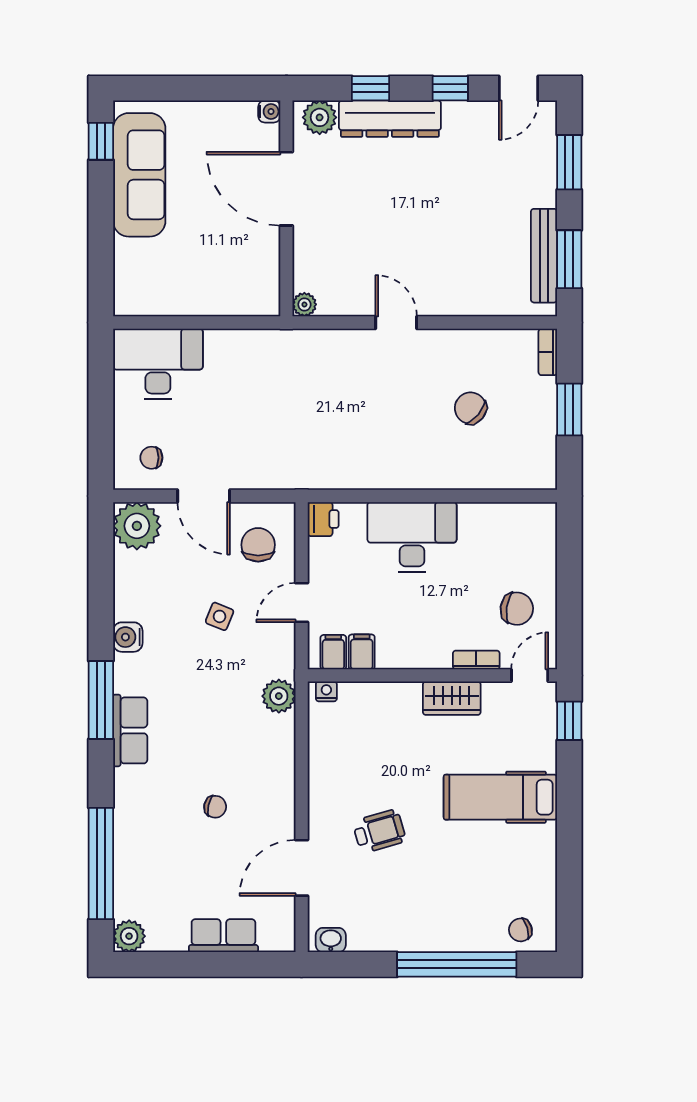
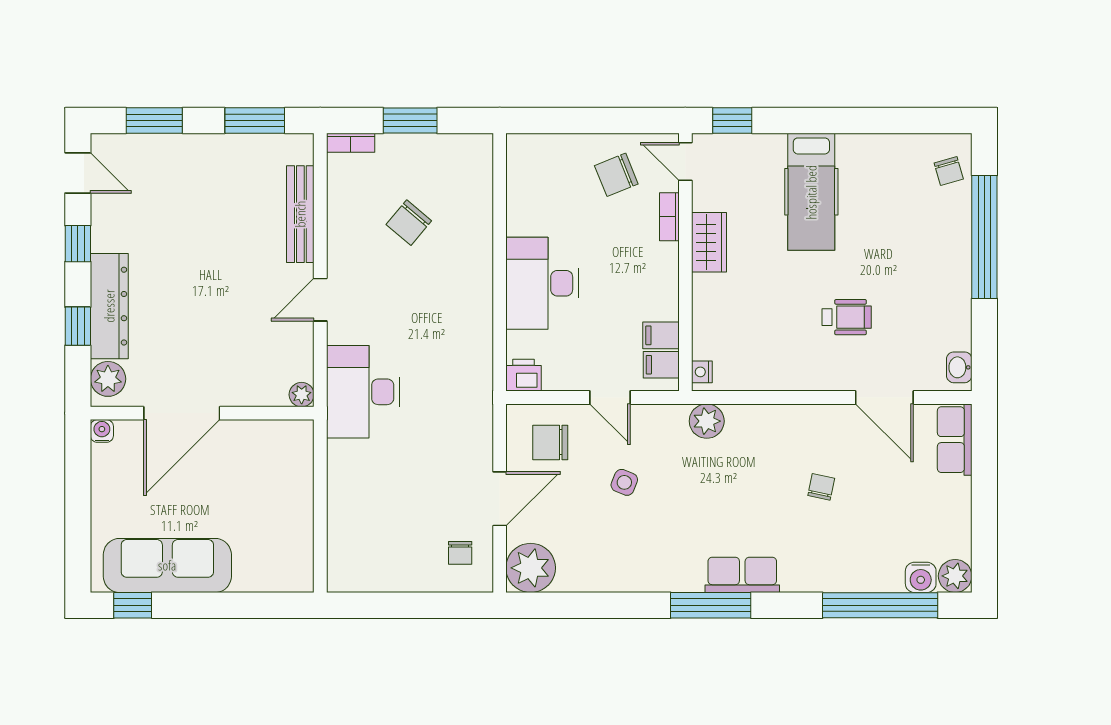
bench: (544, 256) -> (300, 214), moved, turned 90
desk: (158, 364) -> (363, 392), moved
chair: (517, 609) -> (616, 175), turned -120
water cooler: (128, 637) -> (921, 577), moved
wheelchair: (379, 831) -> (847, 317), turned 106
row of seats: (223, 936) -> (955, 440), moved

